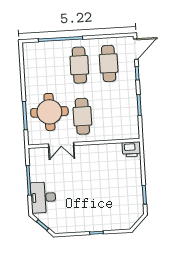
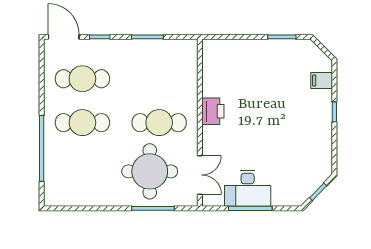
double door: (61, 145) -> (200, 175), moved
printer: (131, 149) -> (213, 111), moved
desk: (43, 197) -> (248, 188), moved
filing cabinet: (117, 223) -> (322, 80), added

